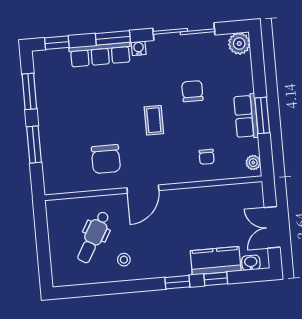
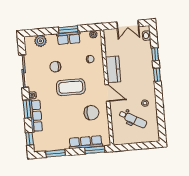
plant: (239, 44) -> (40, 41), moved
coffee table: (154, 120) -> (71, 87), width x1.86, depth x1.72
window: (34, 145) -> (95, 150), moved
row of seats: (50, 148) -> (86, 142), added
kitchen counter: (216, 261) -> (113, 69), moved, turned 180

